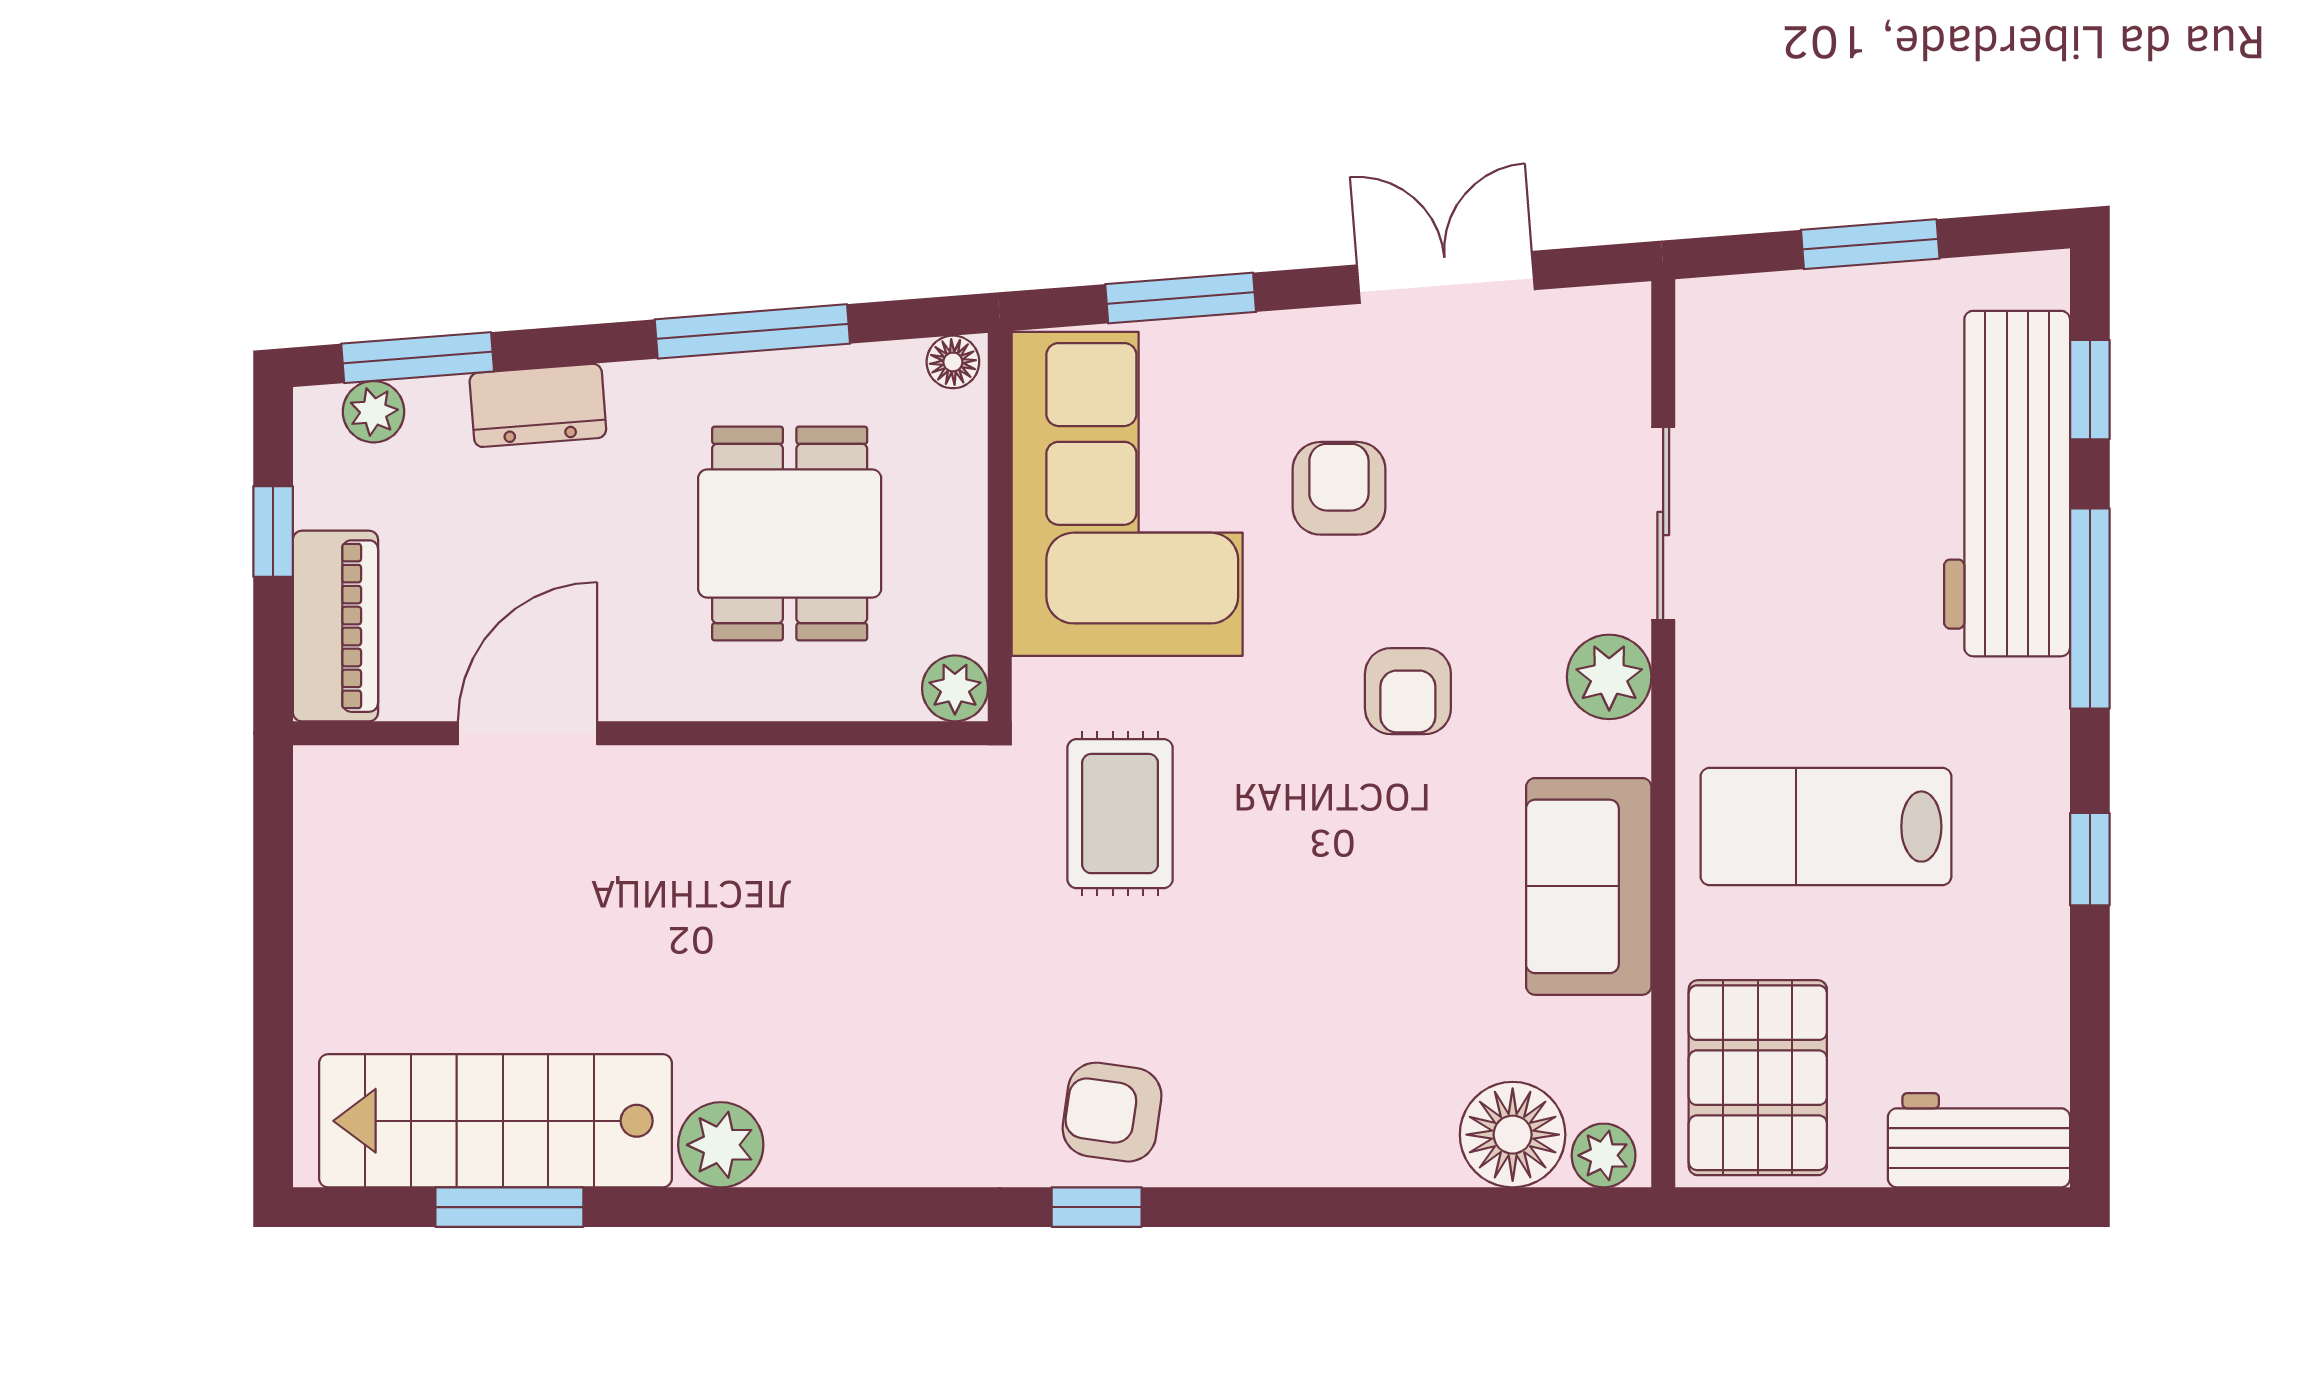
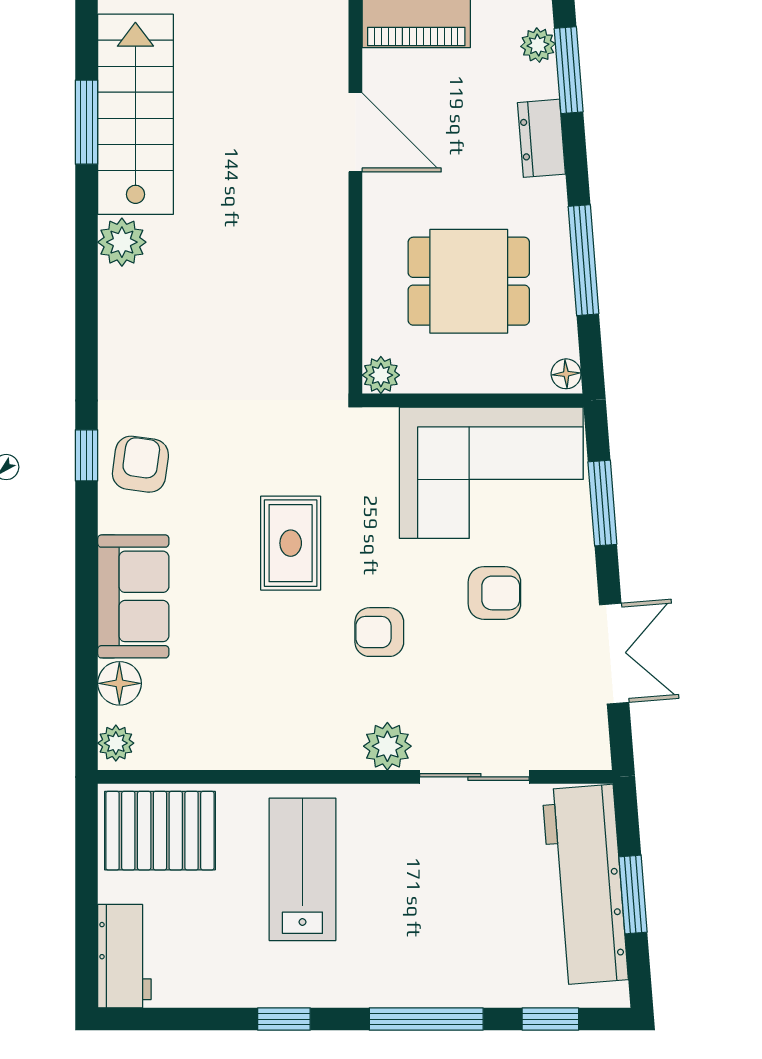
workbench: (2007, 484) -> (585, 885), moved, turned -94
rug: (1120, 814) -> (291, 543), moved, turned 90
sofa: (1589, 886) -> (133, 596), moved, turned 90
floor lamp: (1513, 1135) -> (119, 683), width x0.73, depth x0.73

